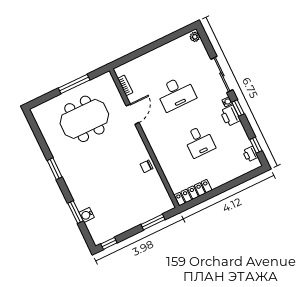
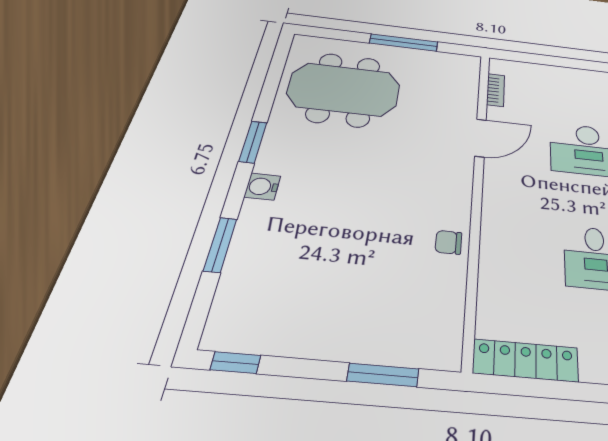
meeting table: (84, 119) -> (344, 89), moved
water cooler: (87, 215) -> (262, 187), moved

